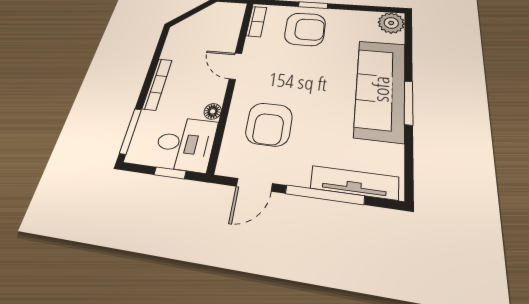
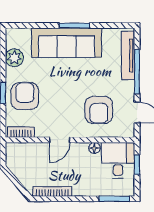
plant: (391, 23) -> (14, 58), moved
bookcase: (157, 84) -> (52, 191), moved
armchair: (269, 124) -> (99, 110), turned 90

